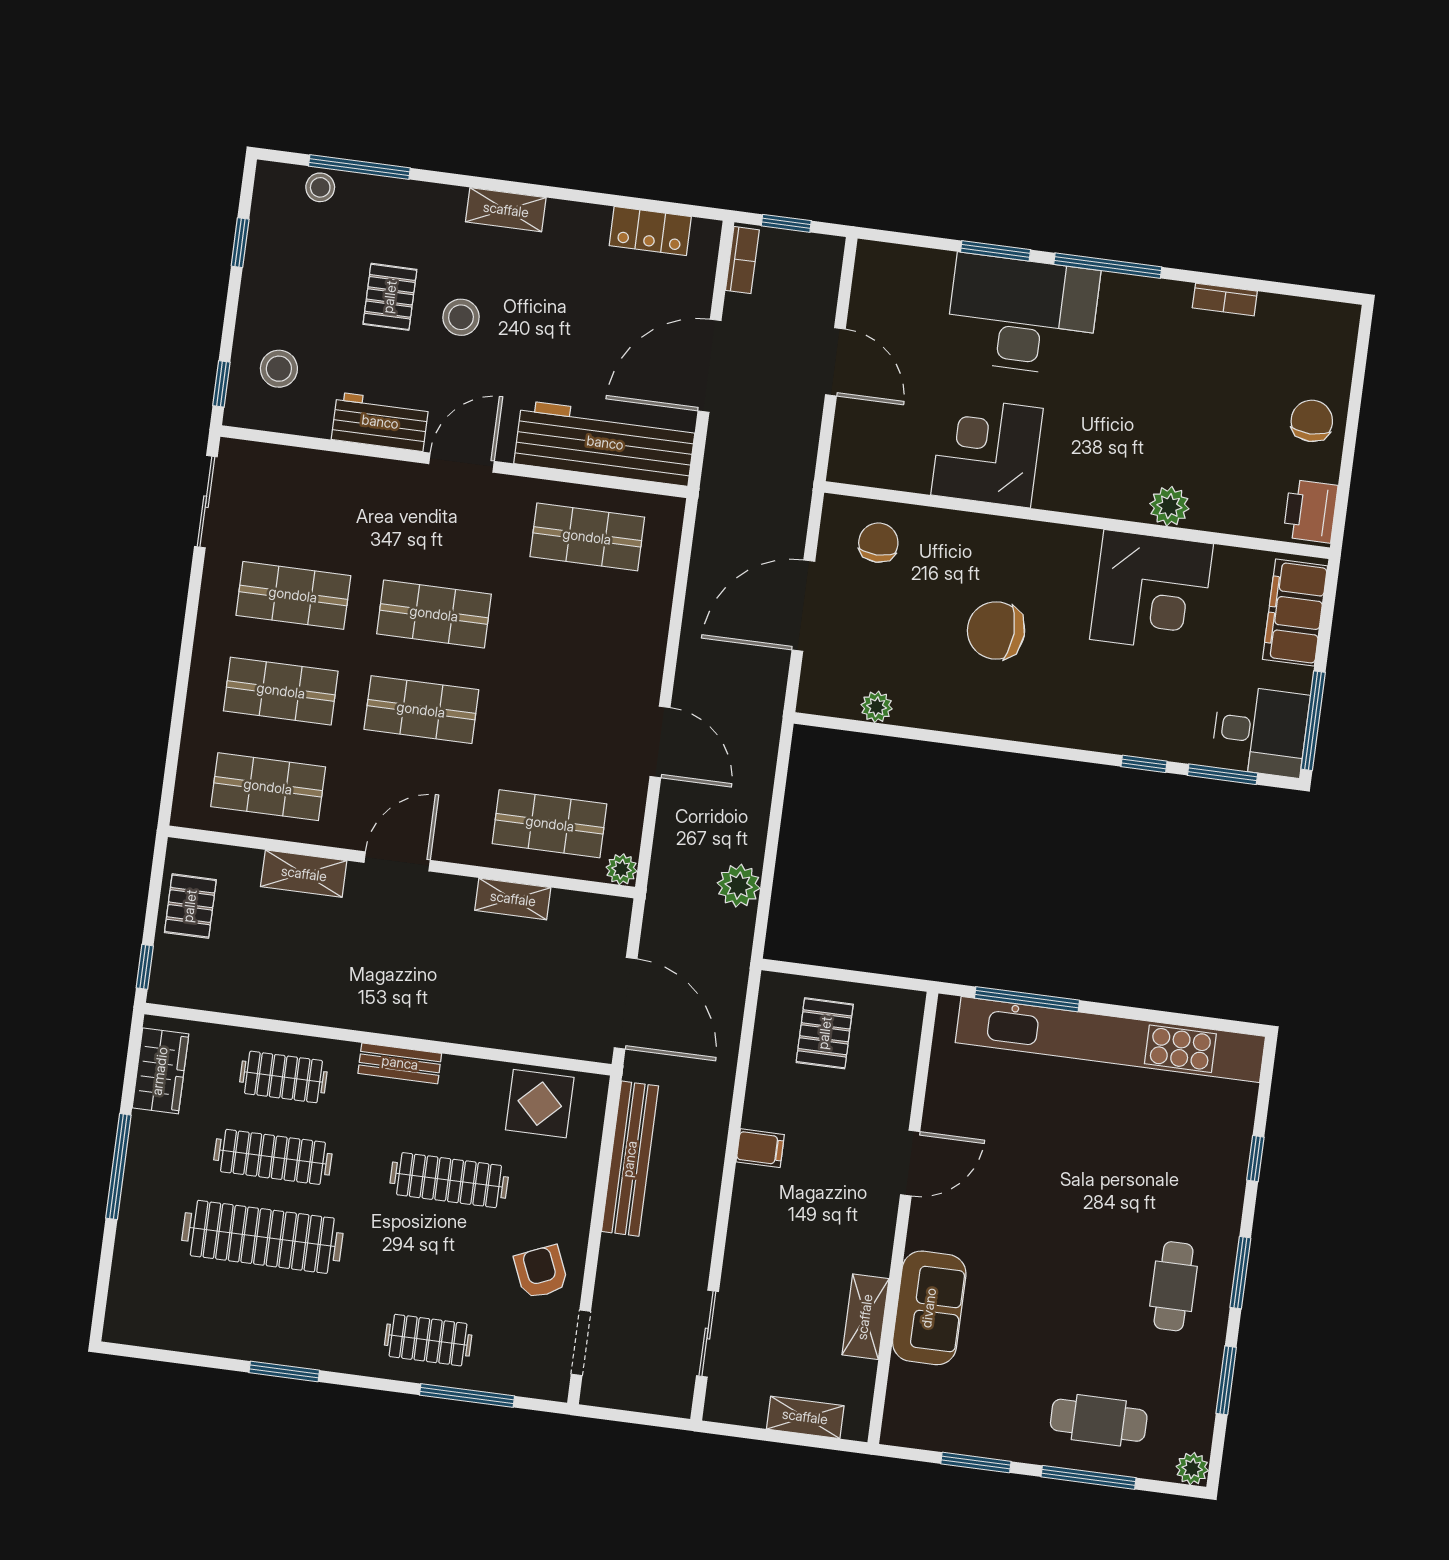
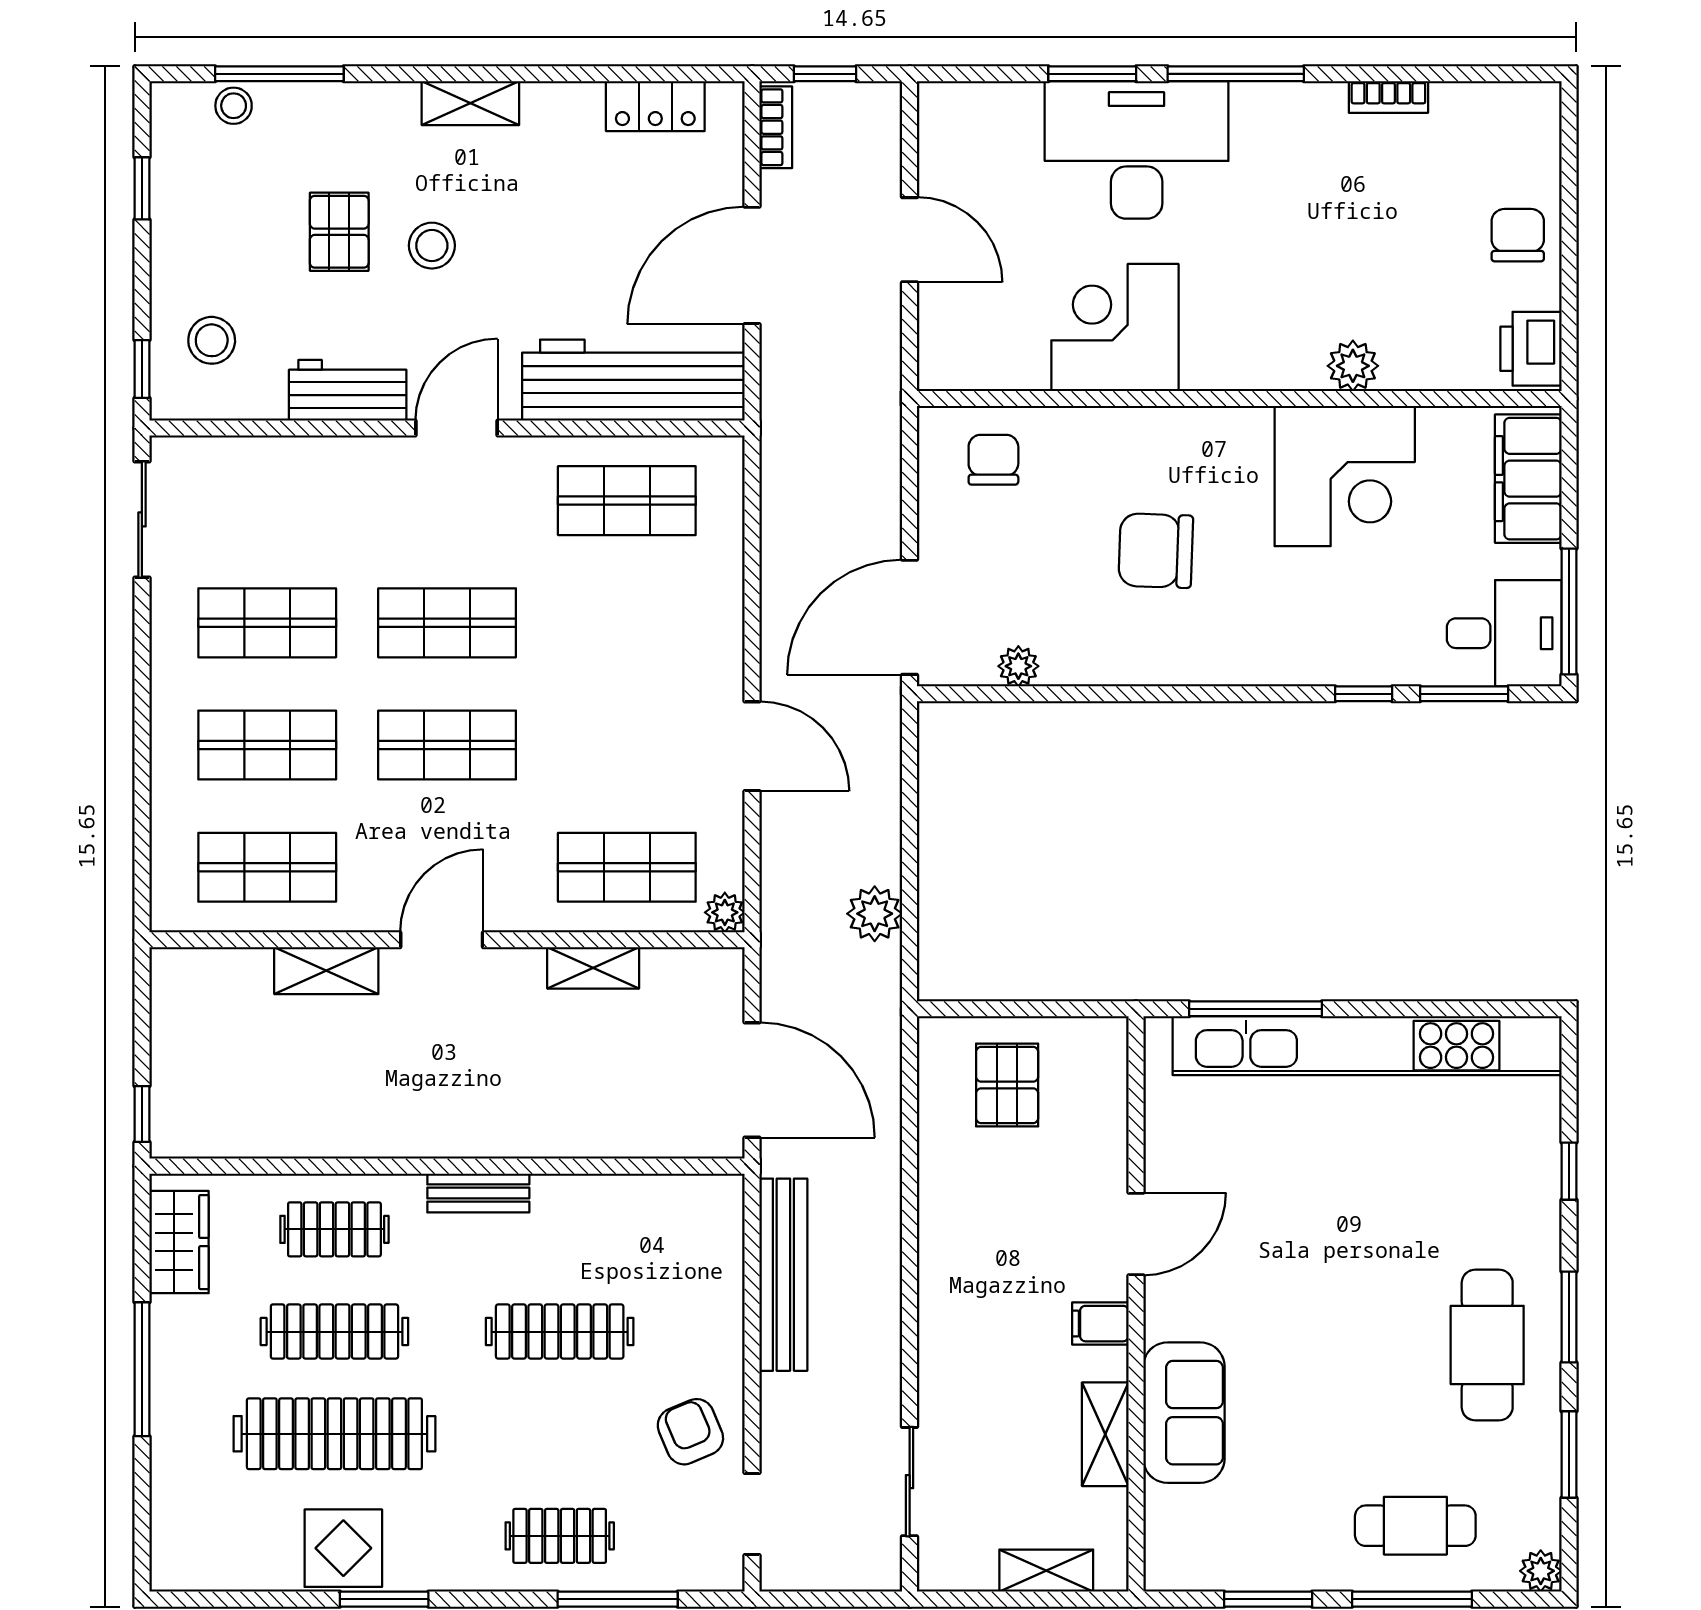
door: (803, 606) -> (910, 617), moved
pallet: (190, 906) -> (189, 1030), removed
display table: (540, 1104) -> (343, 1548), moved
filing cabinet: (760, 1148) -> (1100, 1324), moved, turned 180
cafe table: (1174, 1286) -> (1487, 1345), width x1.37, depth x1.35

